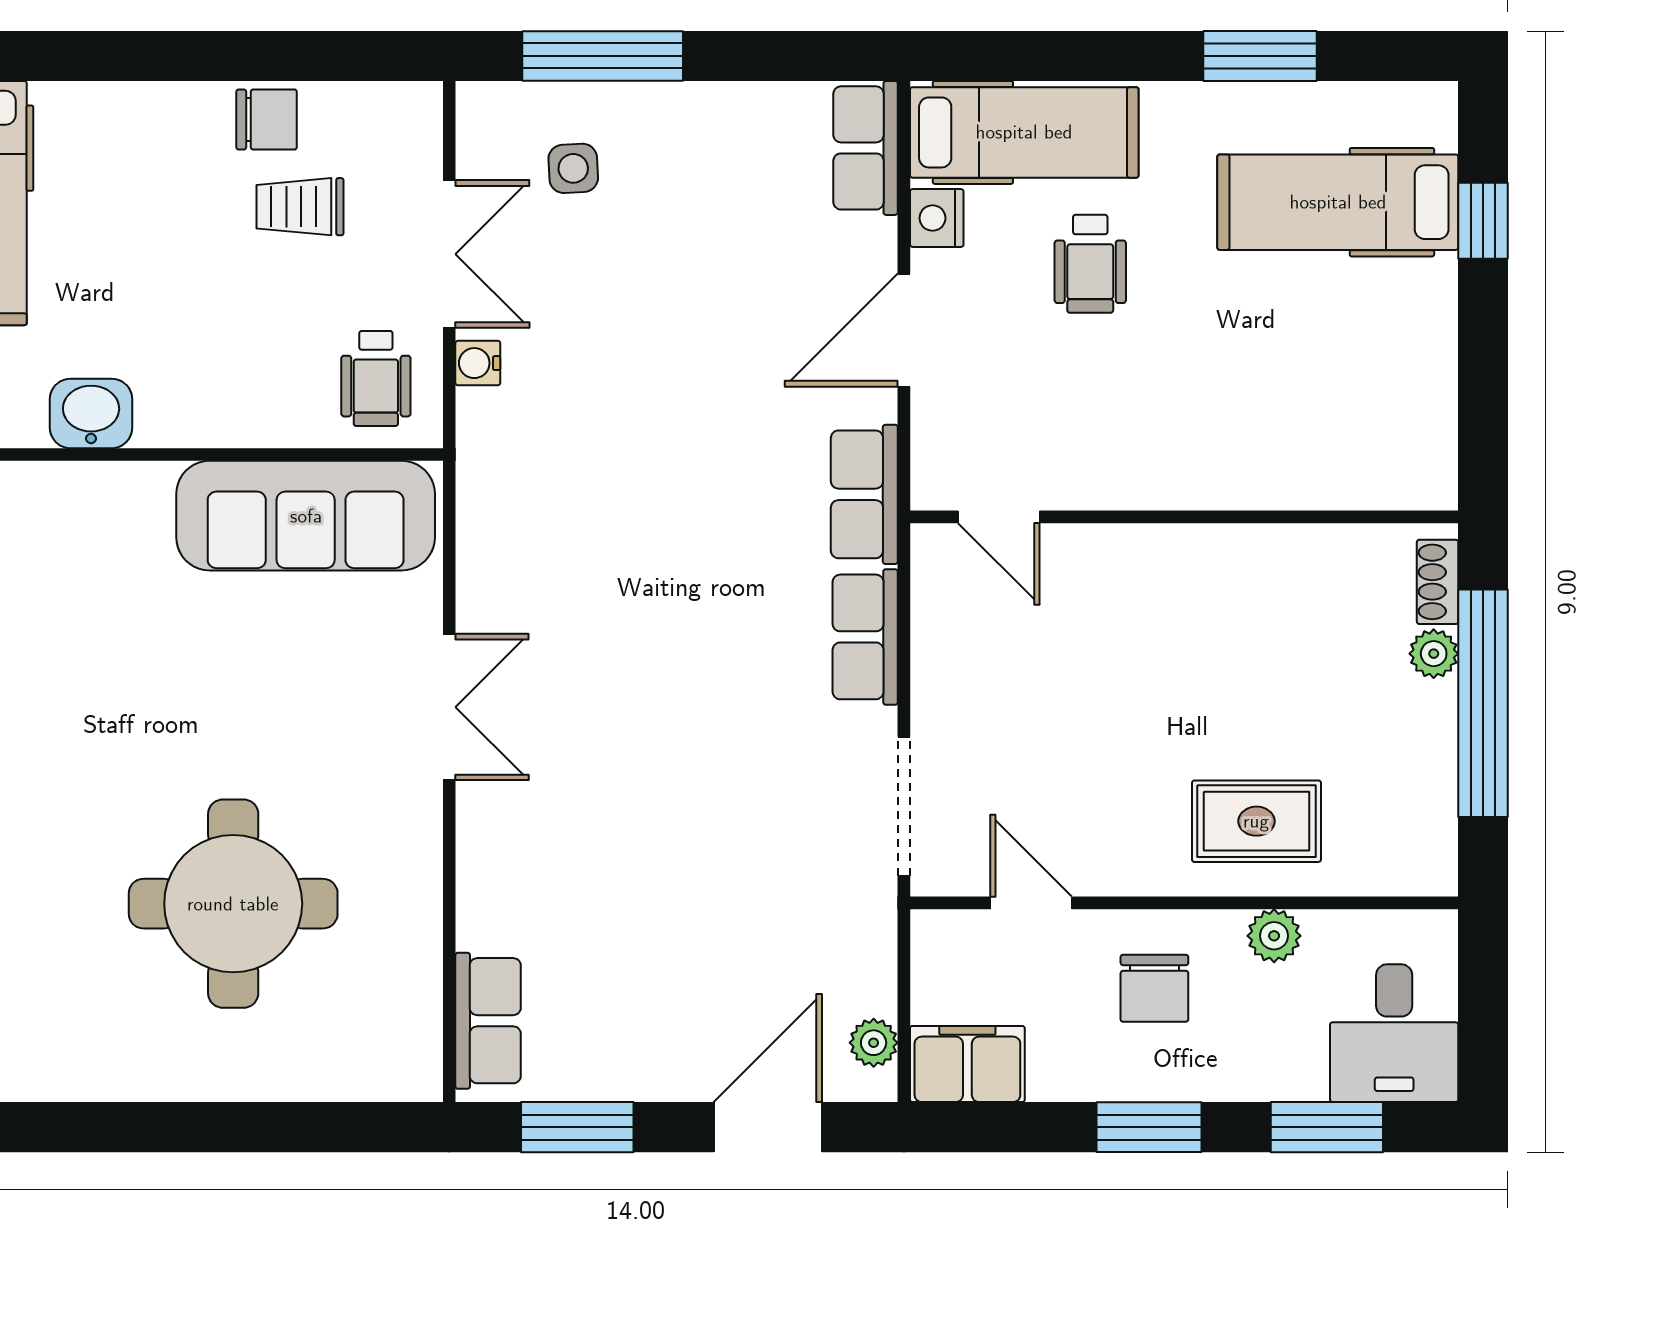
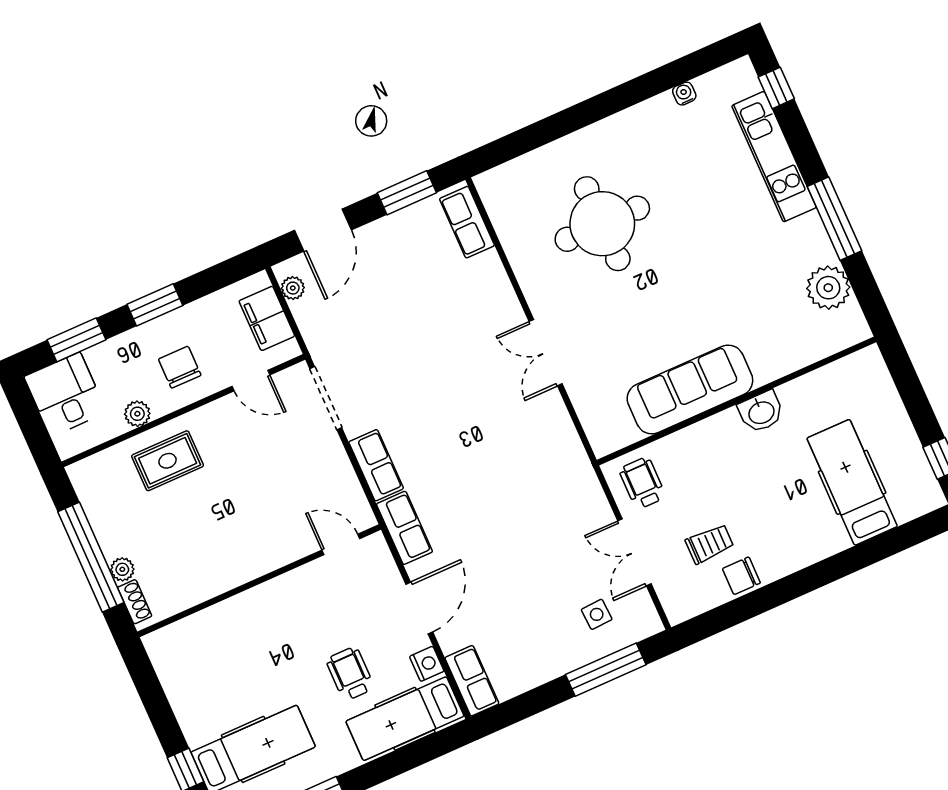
water cooler: (478, 363) -> (601, 510), removed
sofa: (306, 516) -> (690, 389), moved
filing cabinet: (967, 1064) -> (267, 318), moved, turned 90

